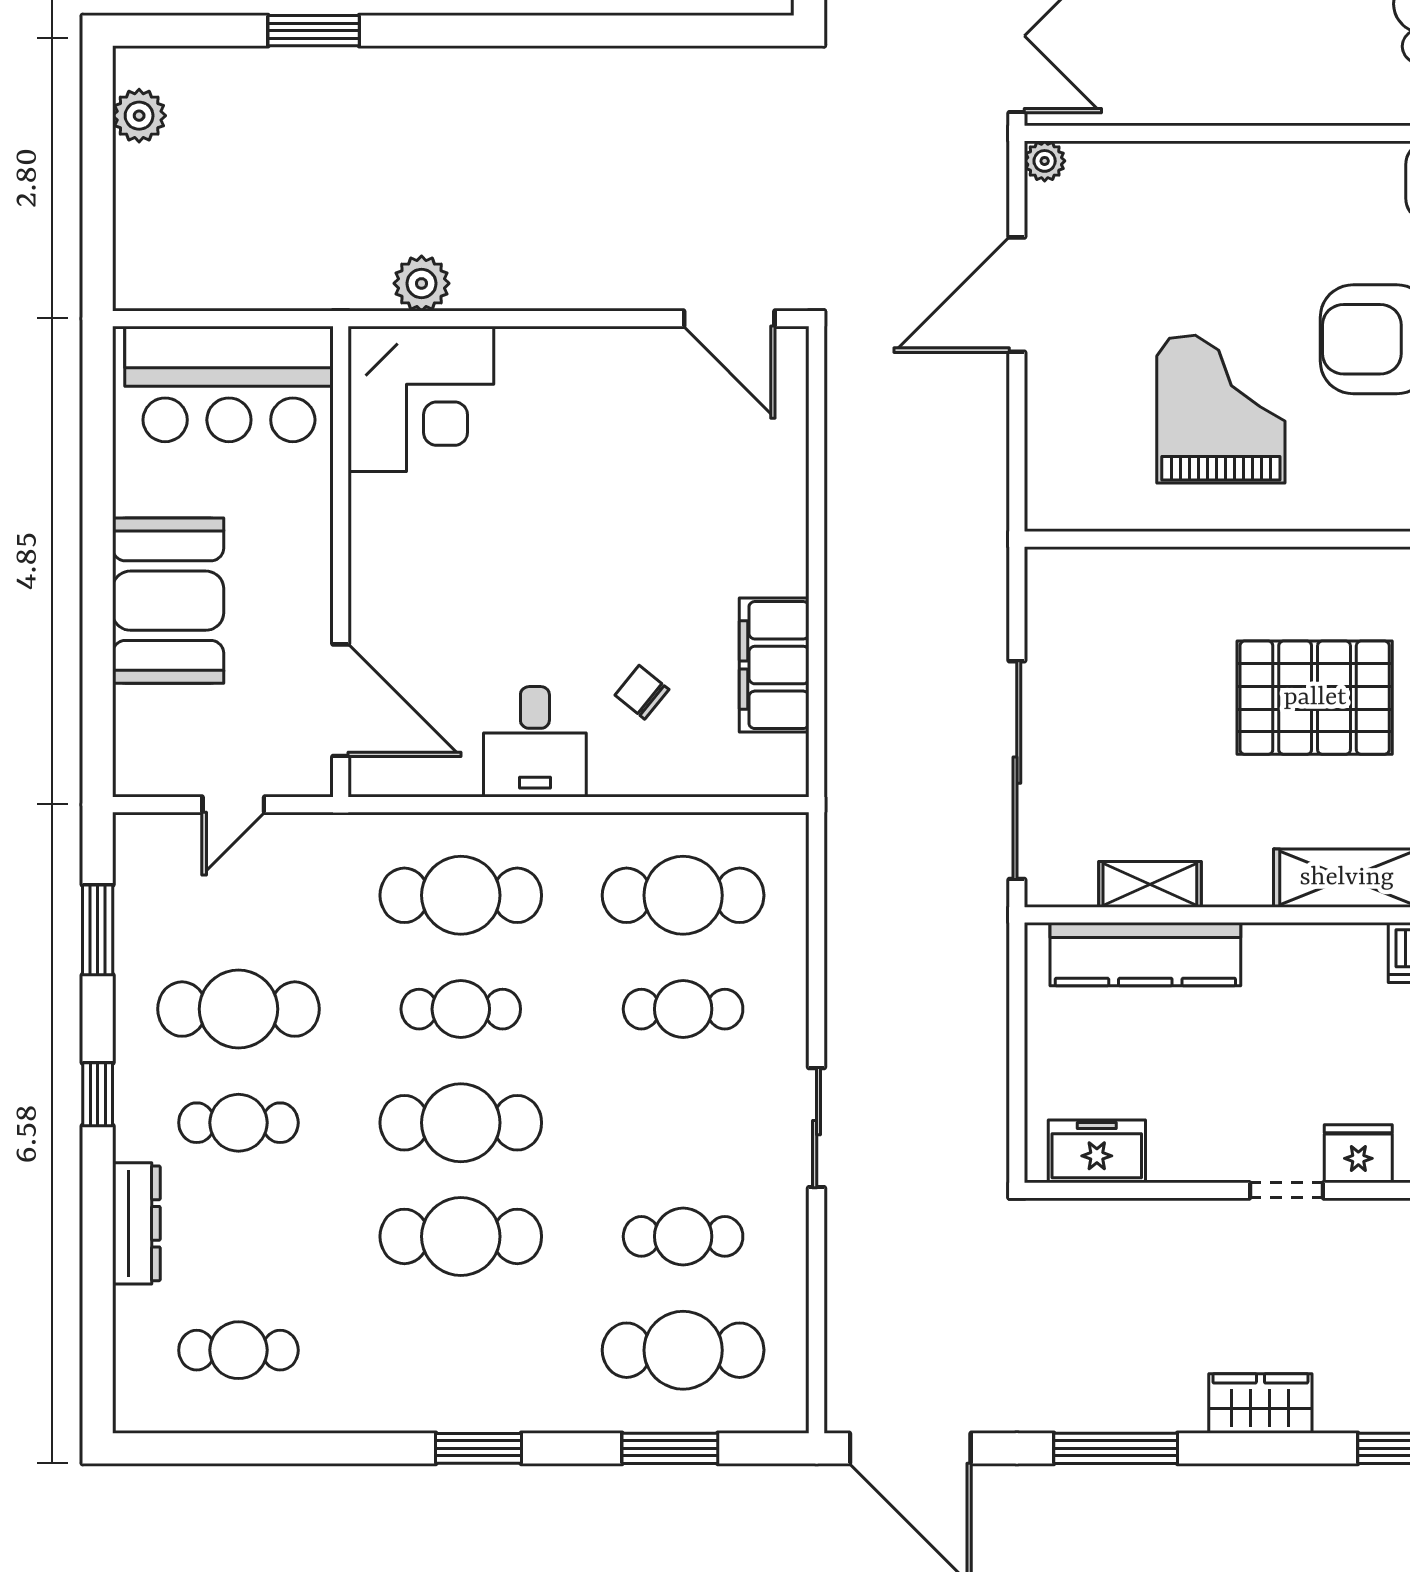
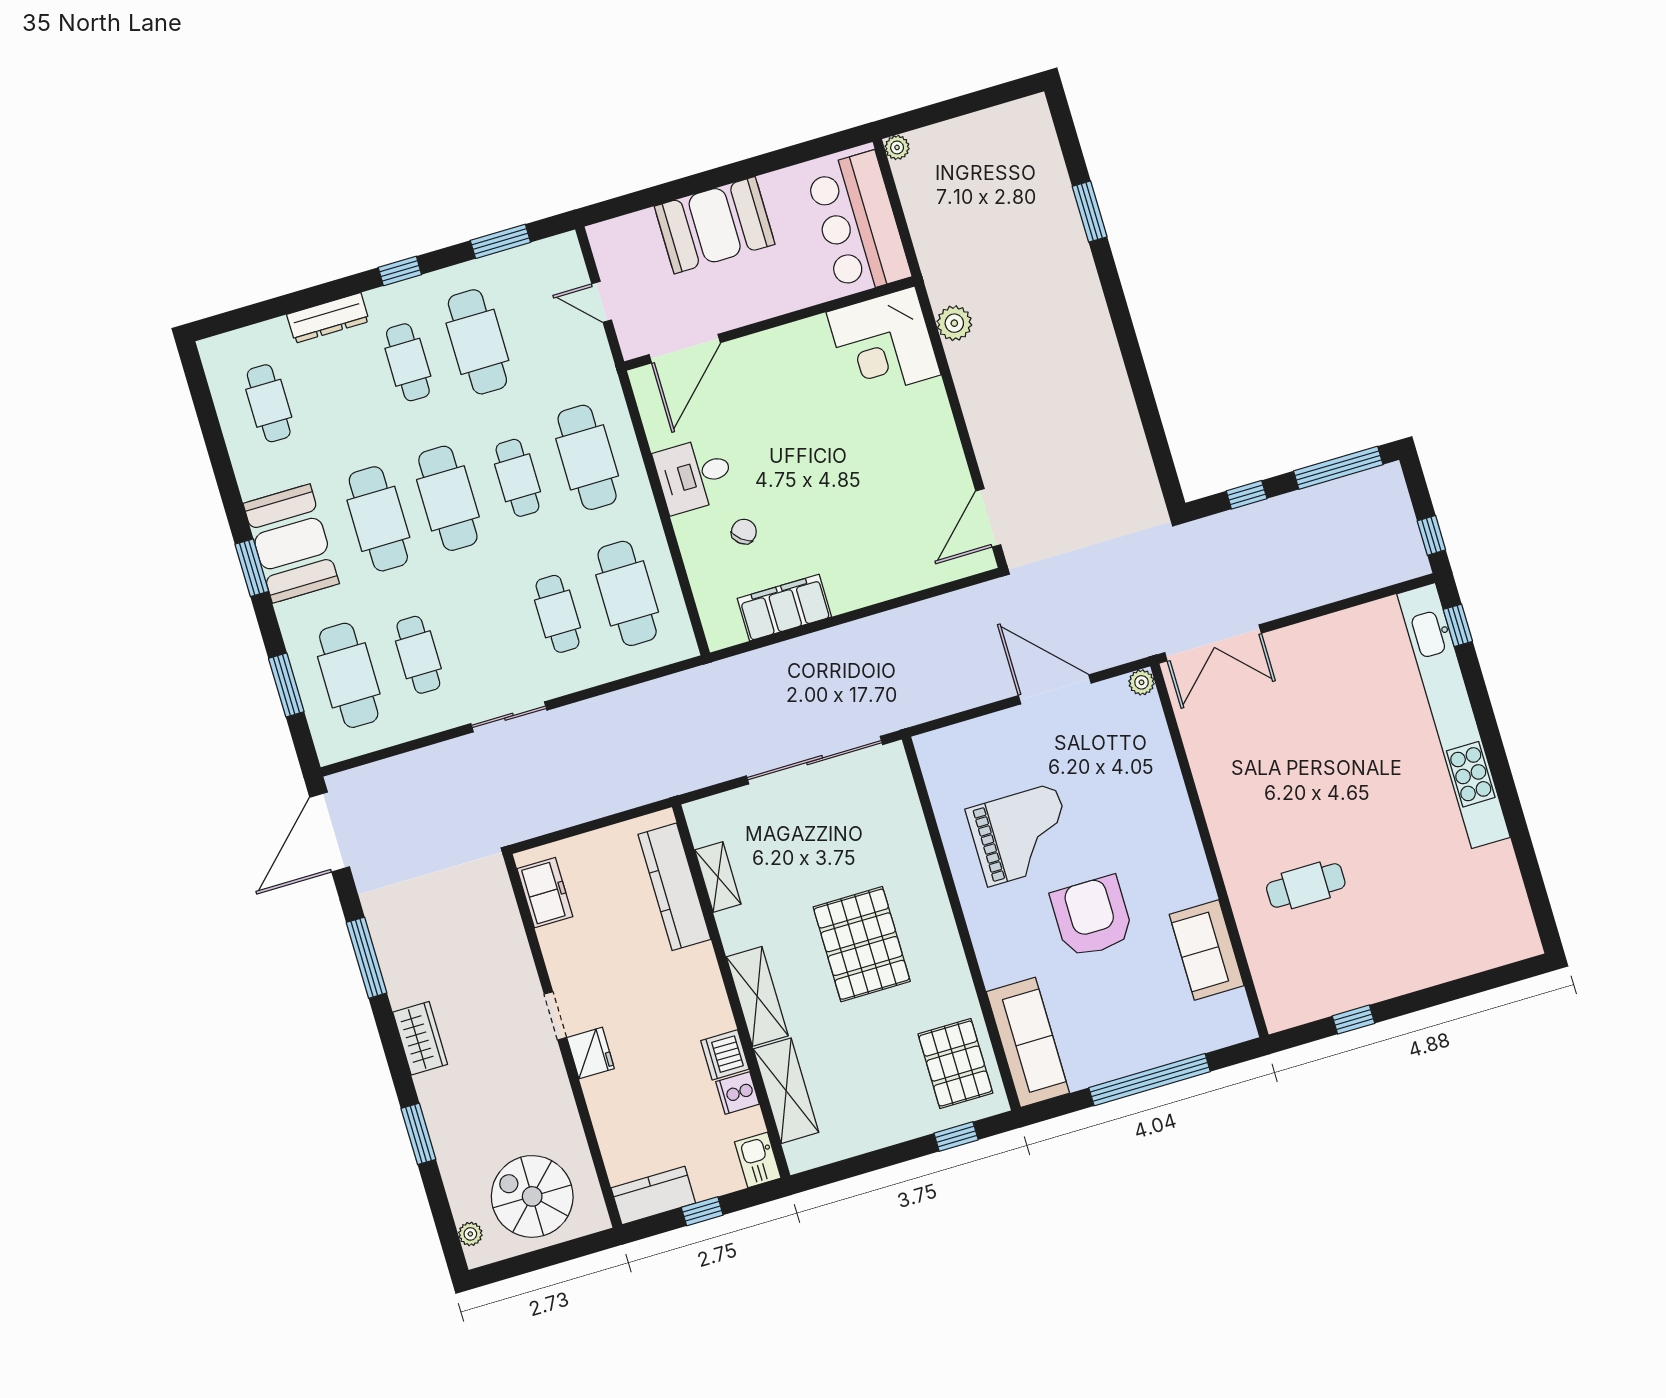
plant: (139, 116) -> (897, 147), moved, width x0.73, depth x0.73
sliding door: (1017, 770) -> (815, 760), moved
booth: (459, 1378) -> (291, 544), added

